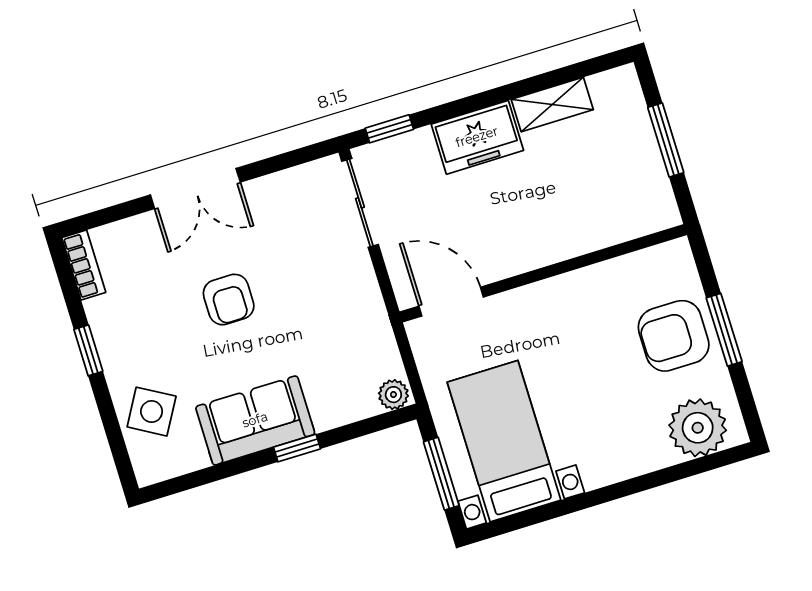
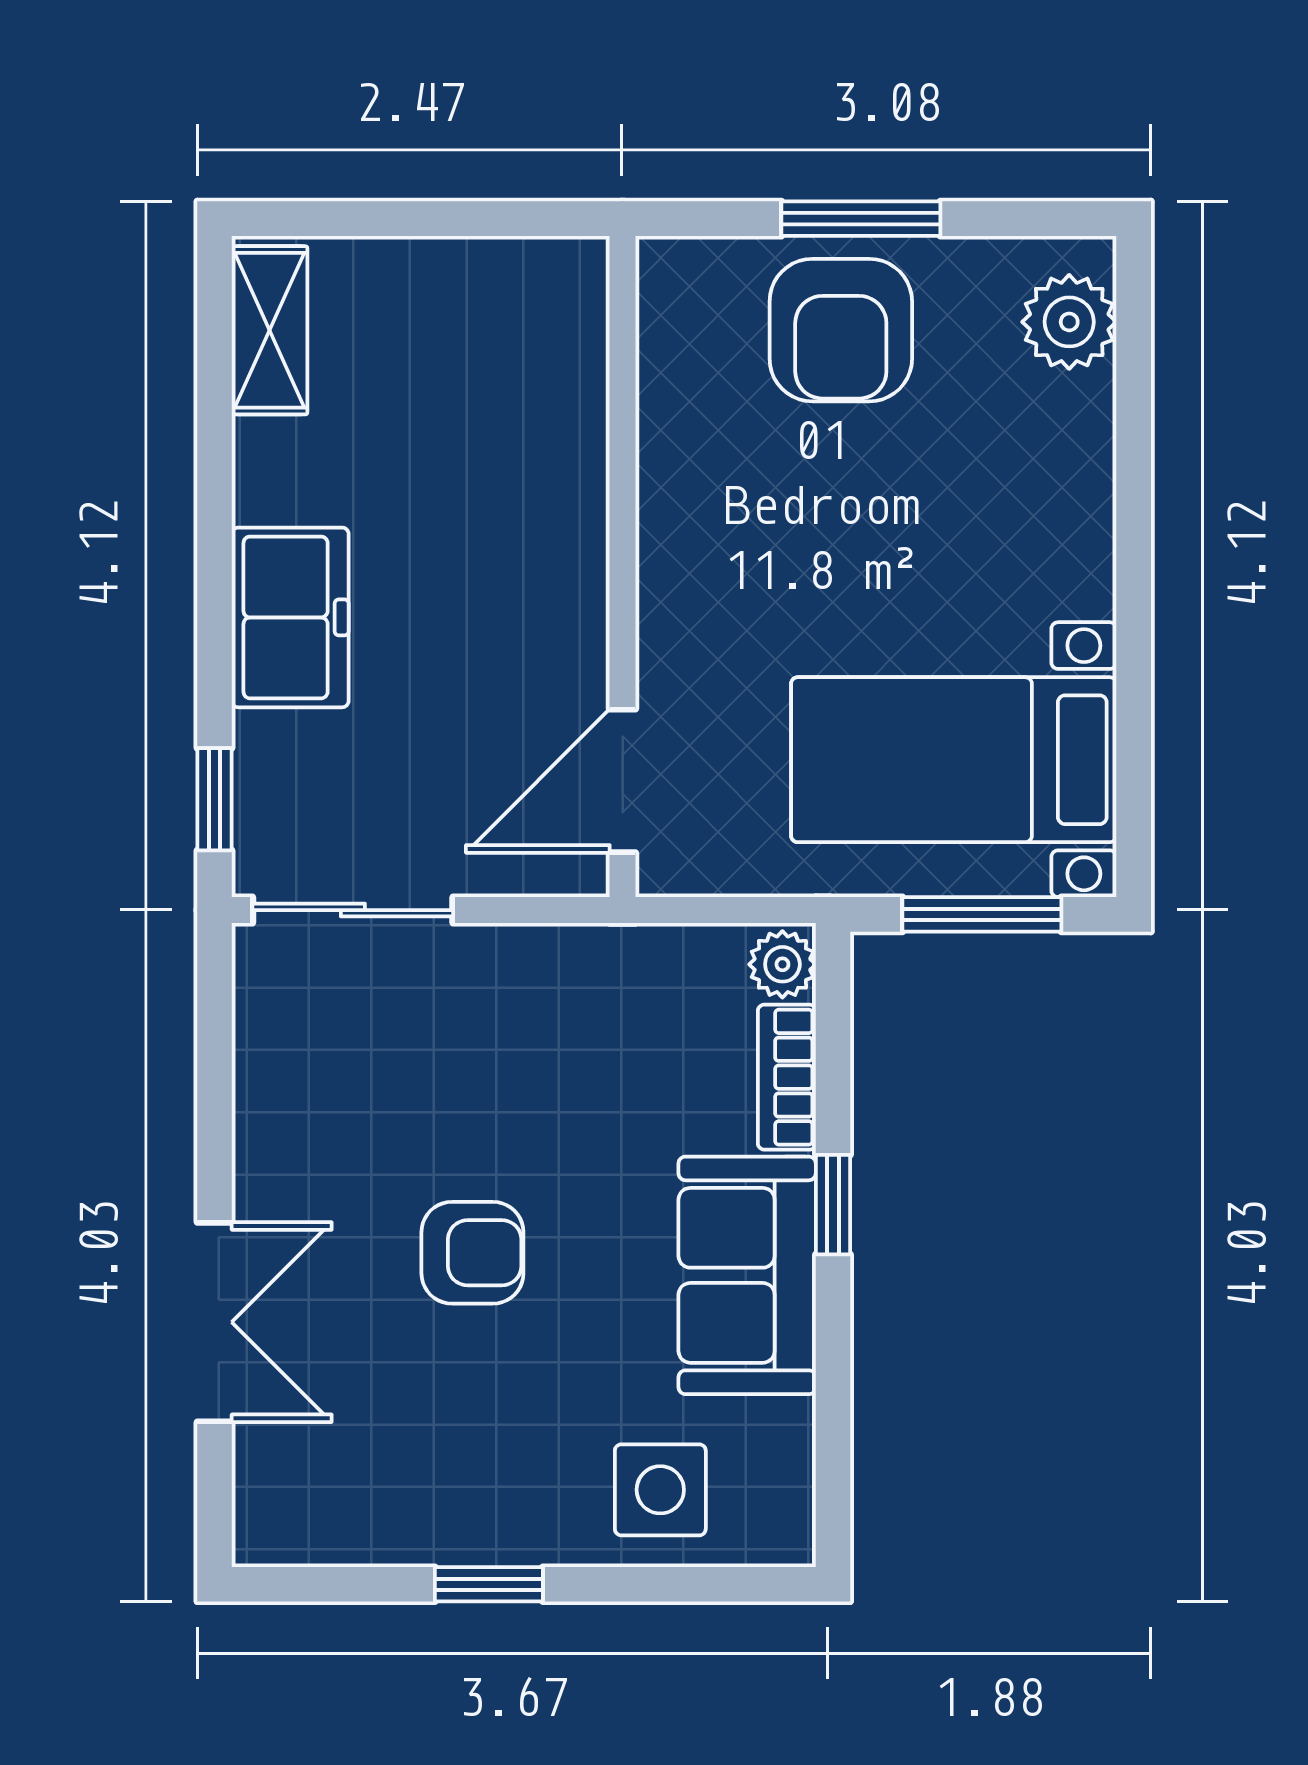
shelving: (552, 105) -> (270, 330), moved
window: (666, 140) -> (419, 219), removed
double door: (195, 188) -> (215, 1322), moved
bookcase: (84, 265) -> (787, 1077), moved, turned -90
side table: (152, 412) -> (660, 1490), turned -30
plant: (698, 428) -> (1069, 322), width x0.73, depth x0.73

